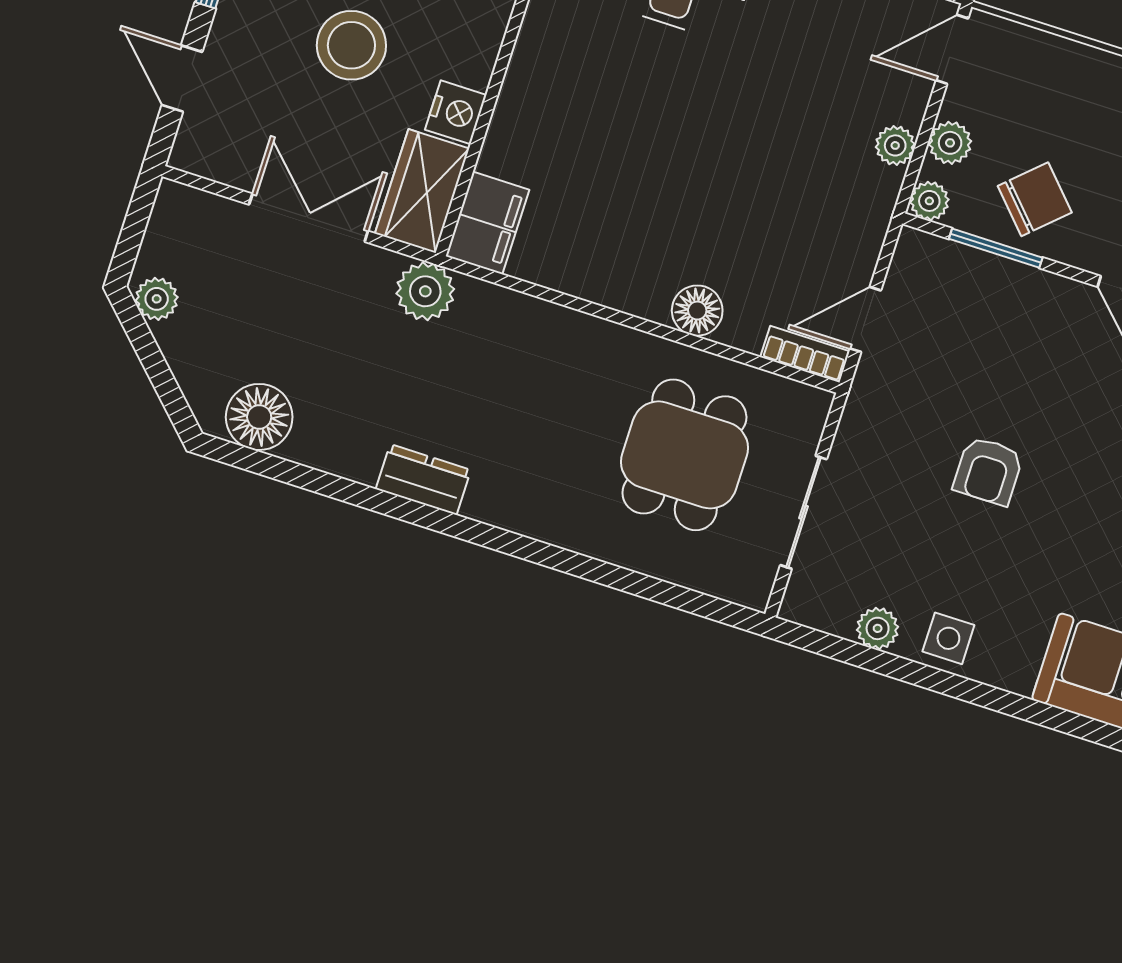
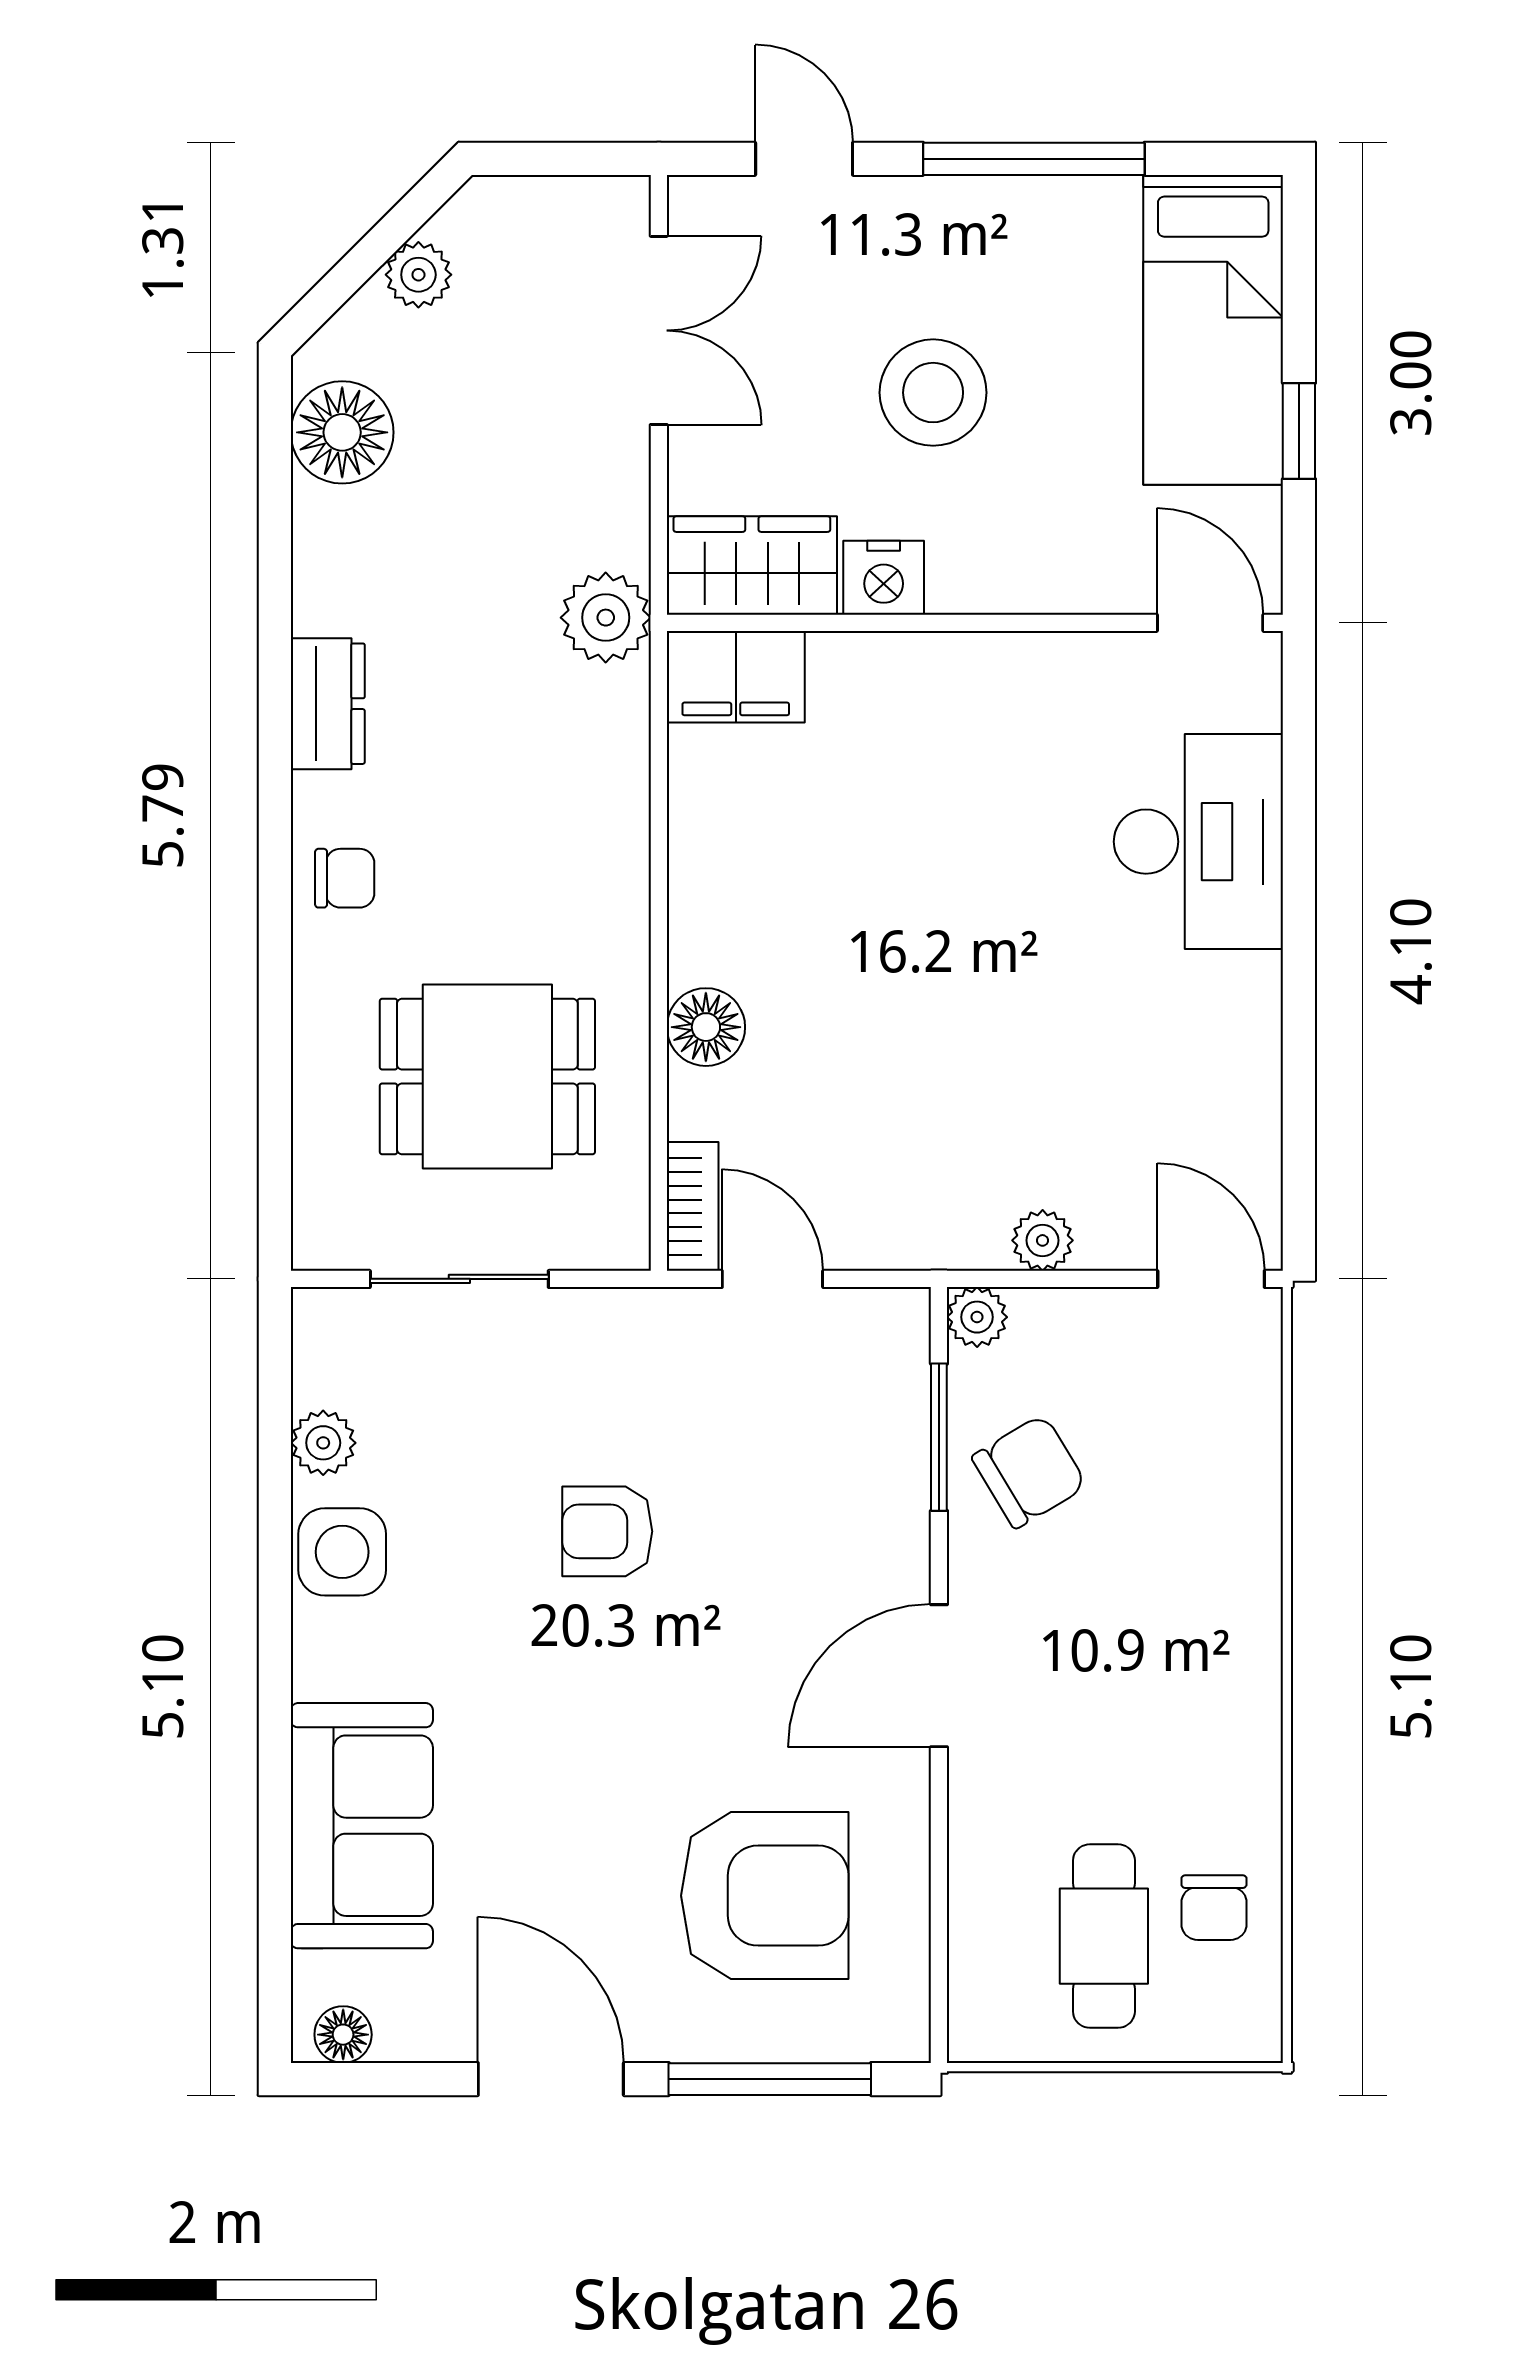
door: (182, 78) -> (804, 159), hinge flipped
plant: (950, 143) -> (1072, 1320), removed
chair: (1035, 199) -> (1029, 1471), turned -78
double door: (309, 218) -> (659, 330), moved
plant: (157, 299) -> (418, 275), moved
chair: (534, 504) -> (345, 878), added
side table: (948, 638) -> (342, 1552), width x1.37, depth x1.37

